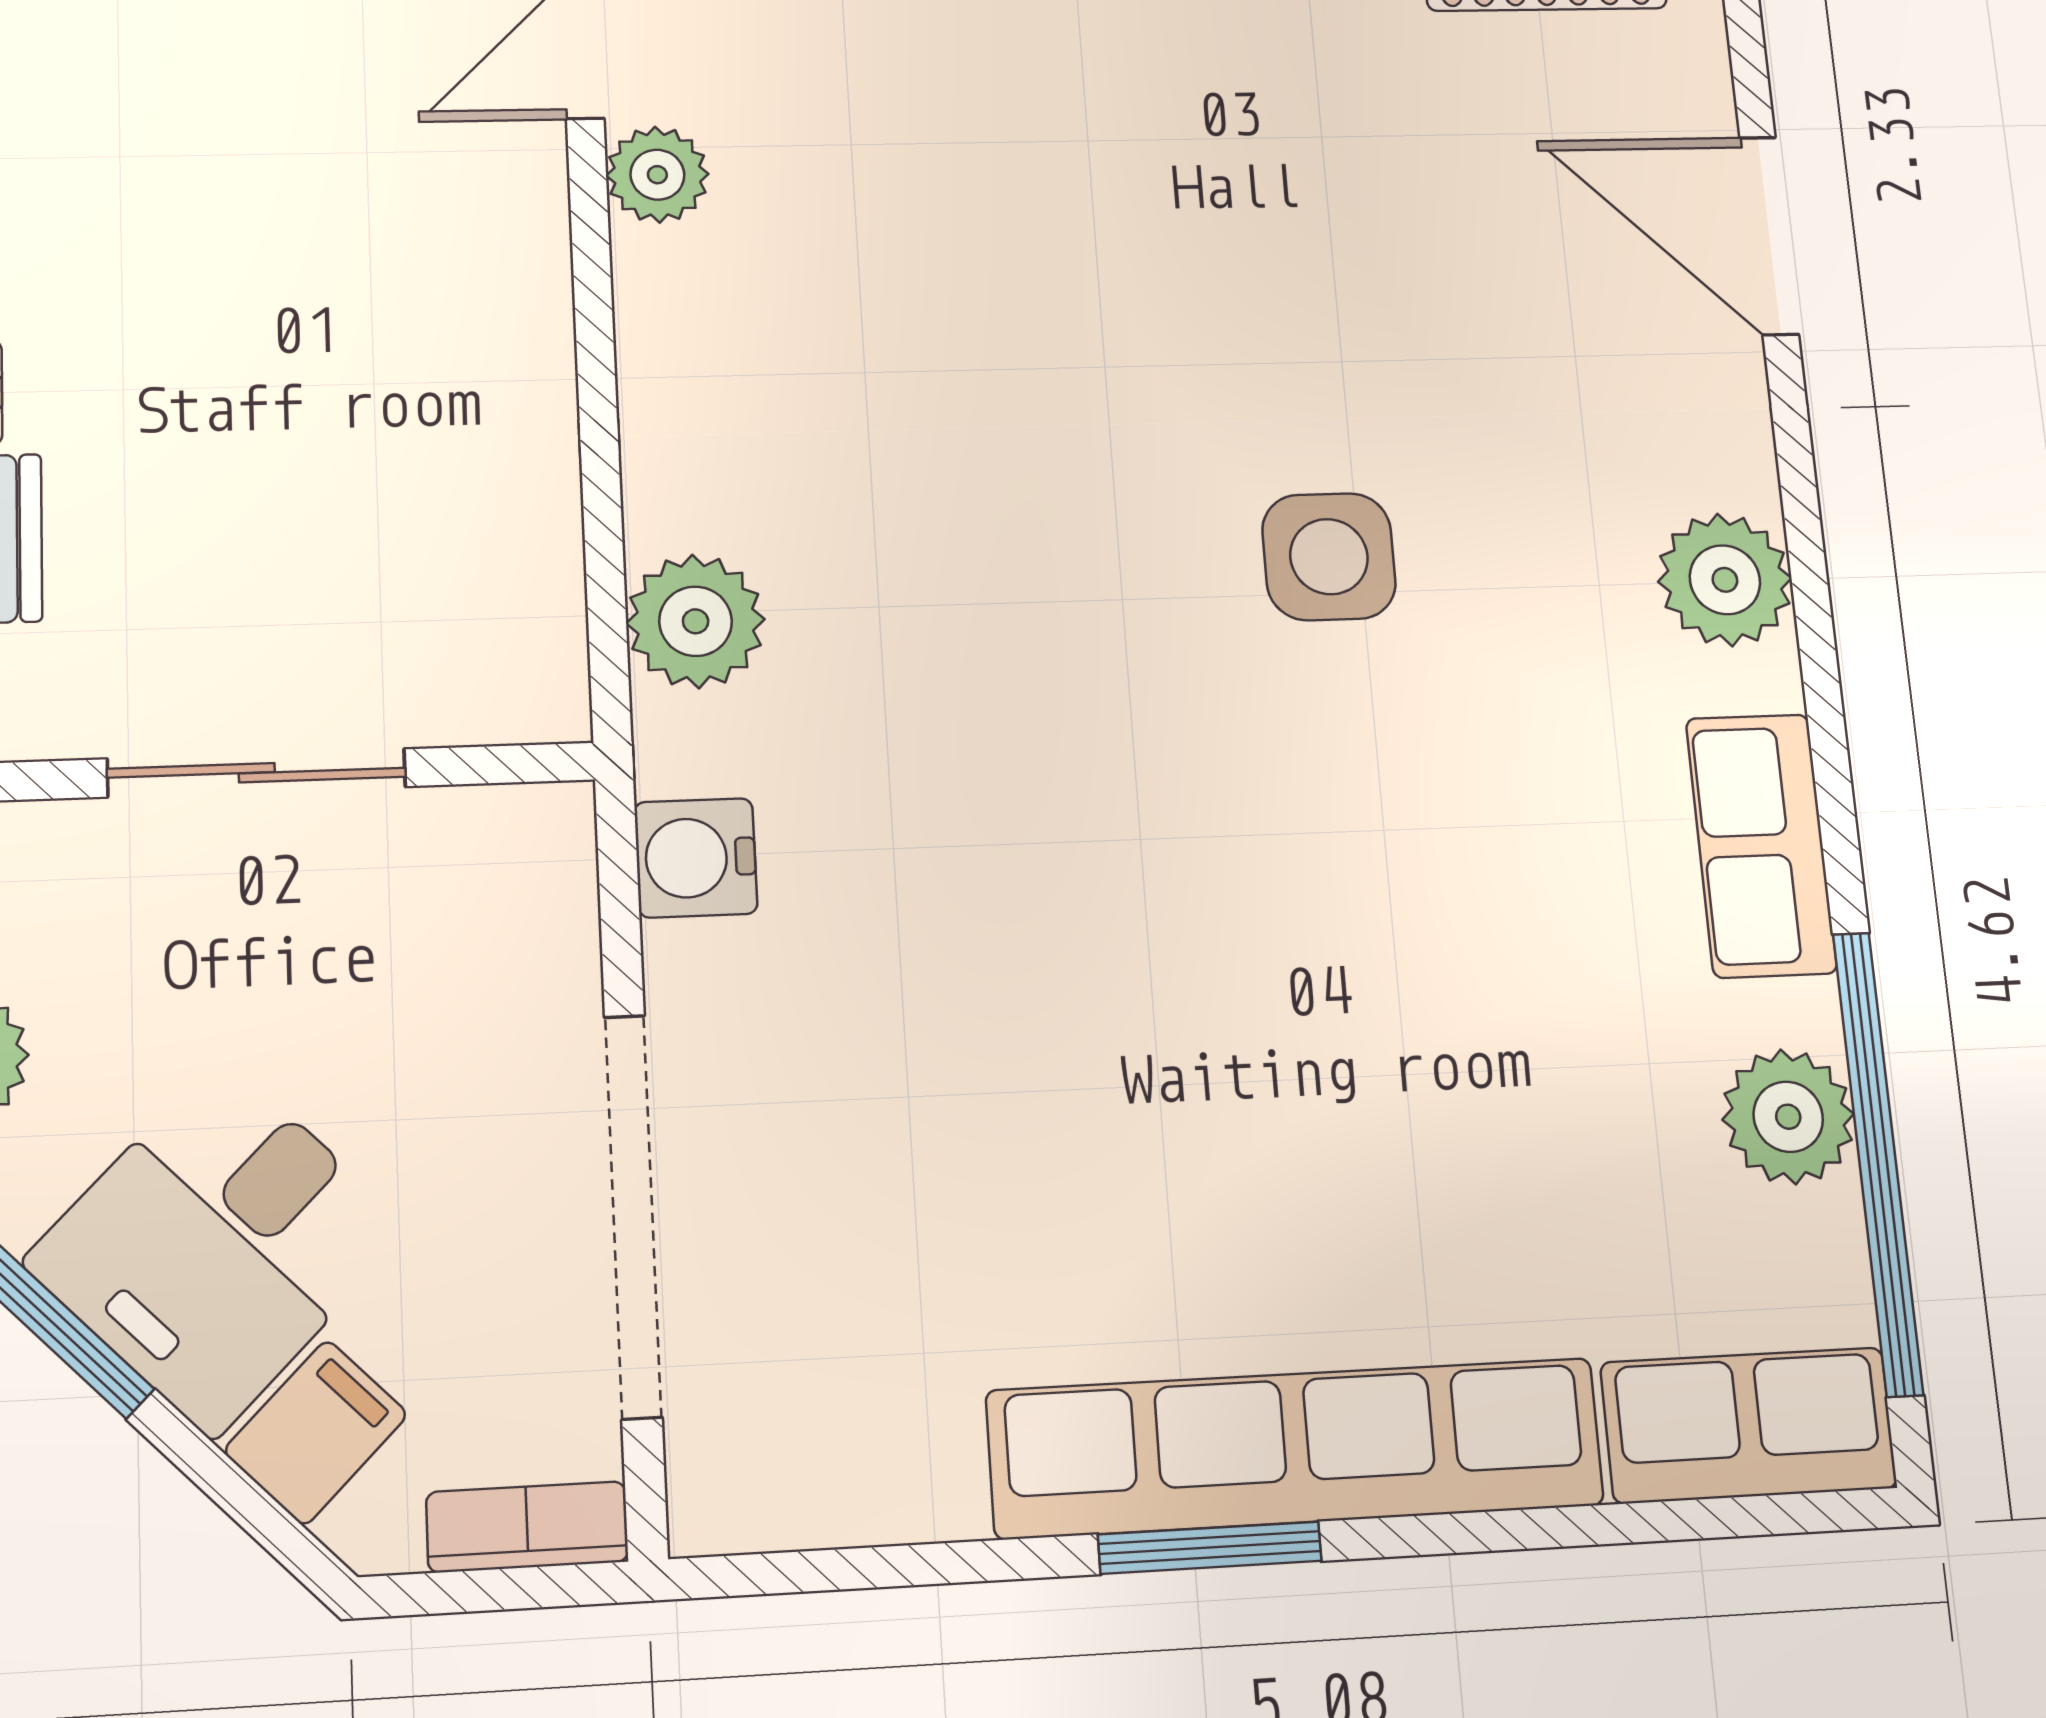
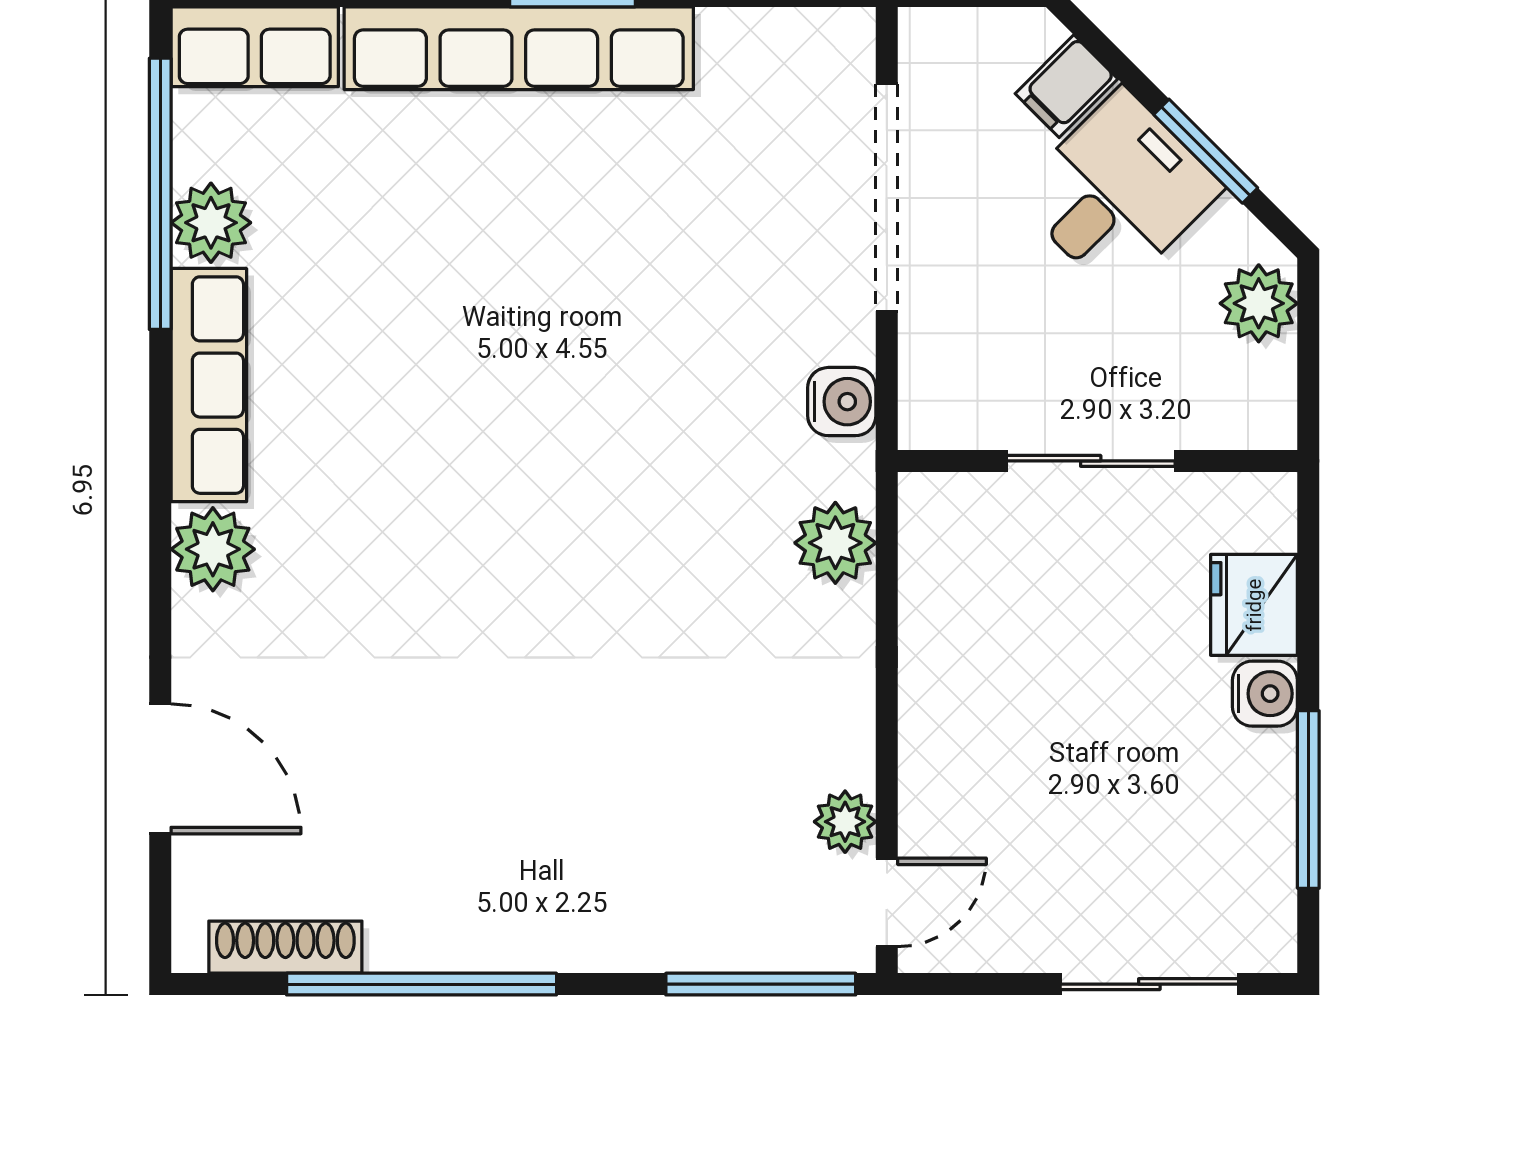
side table: (1329, 557) -> (455, 571), removed
row of seats: (1761, 845) -> (209, 385), width x1.48
bookcase: (527, 1527) -> (953, 29), removed

